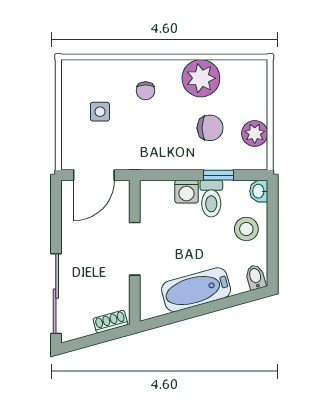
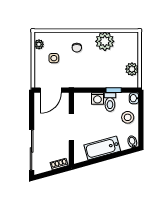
plant: (70, 84) -> (39, 44), added
chair: (210, 128) -> (109, 66), removed

